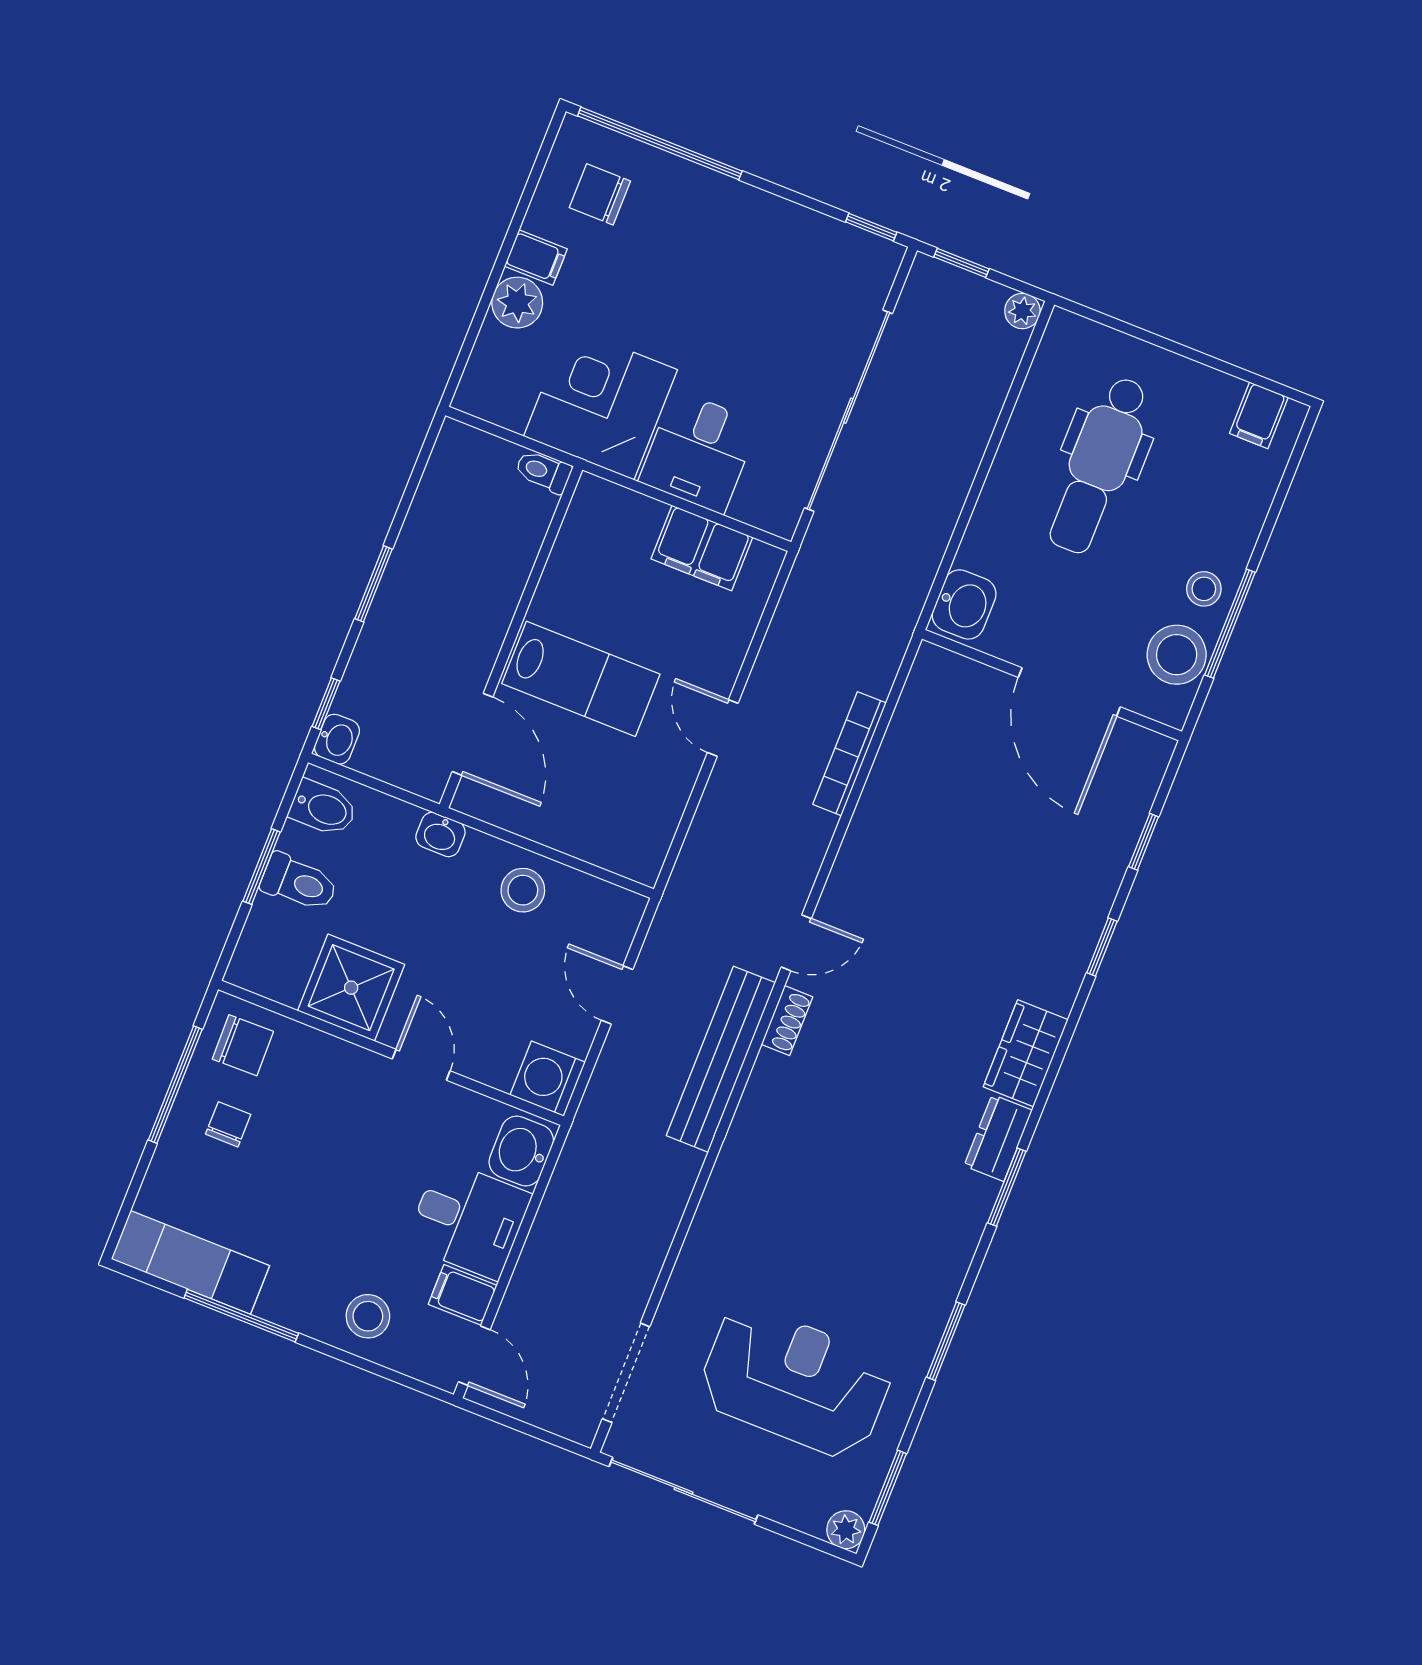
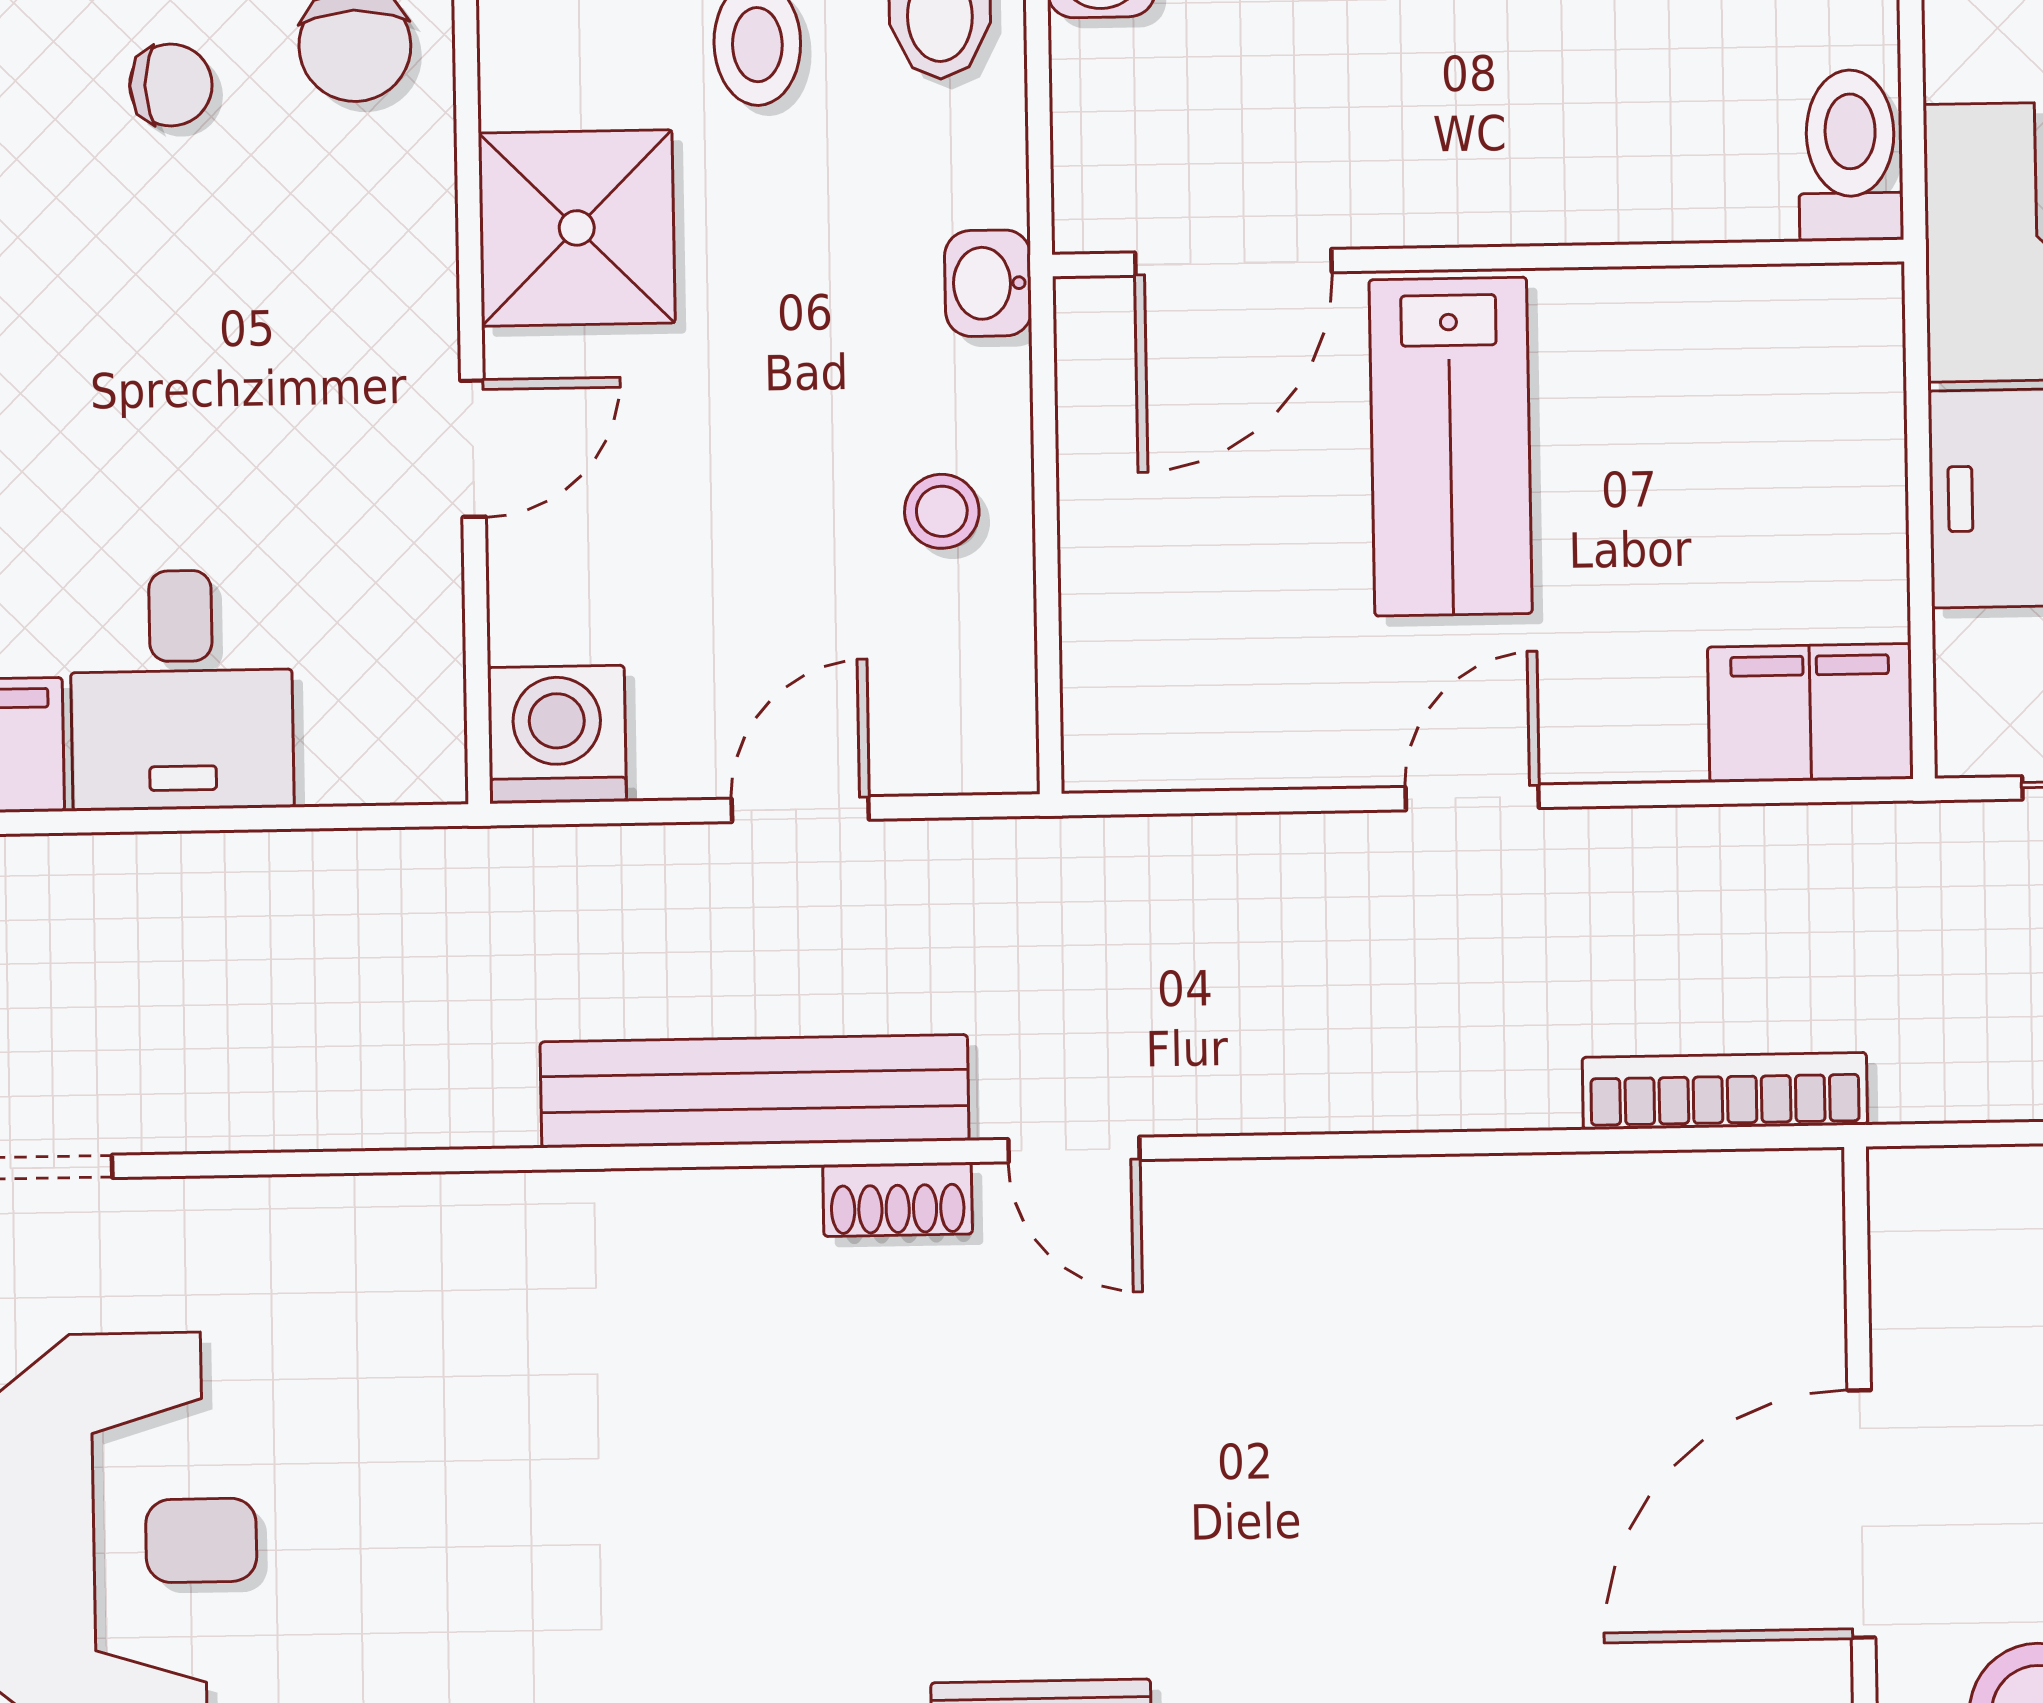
toilet: (543, 471) -> (1850, 155), width x1.37, depth x1.39
filing cabinet: (702, 548) -> (1810, 713), moved, turned 90
washbasin: (964, 604) -> (1956, 1208), removed
bookcase: (850, 754) -> (1725, 1091), moved
stool: (523, 890) -> (942, 511), width x0.73, depth x0.73
washbasin: (521, 1151) -> (377, 742), removed

